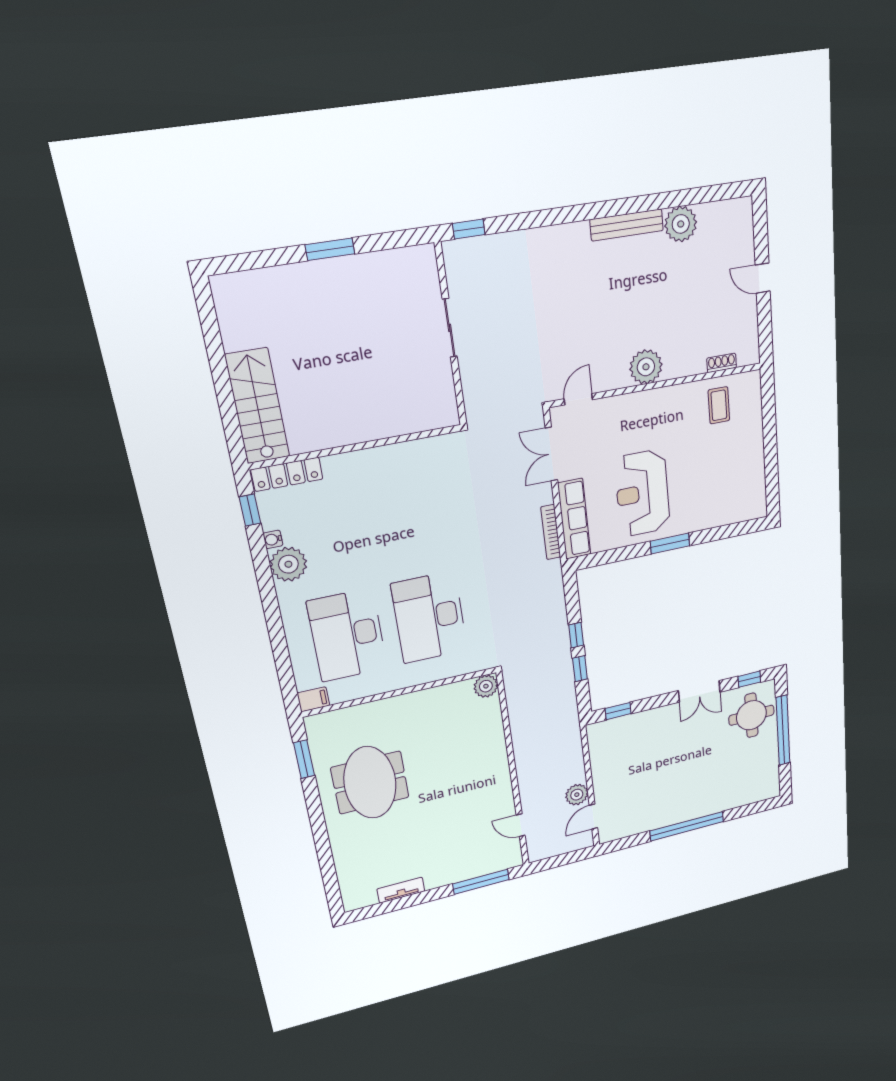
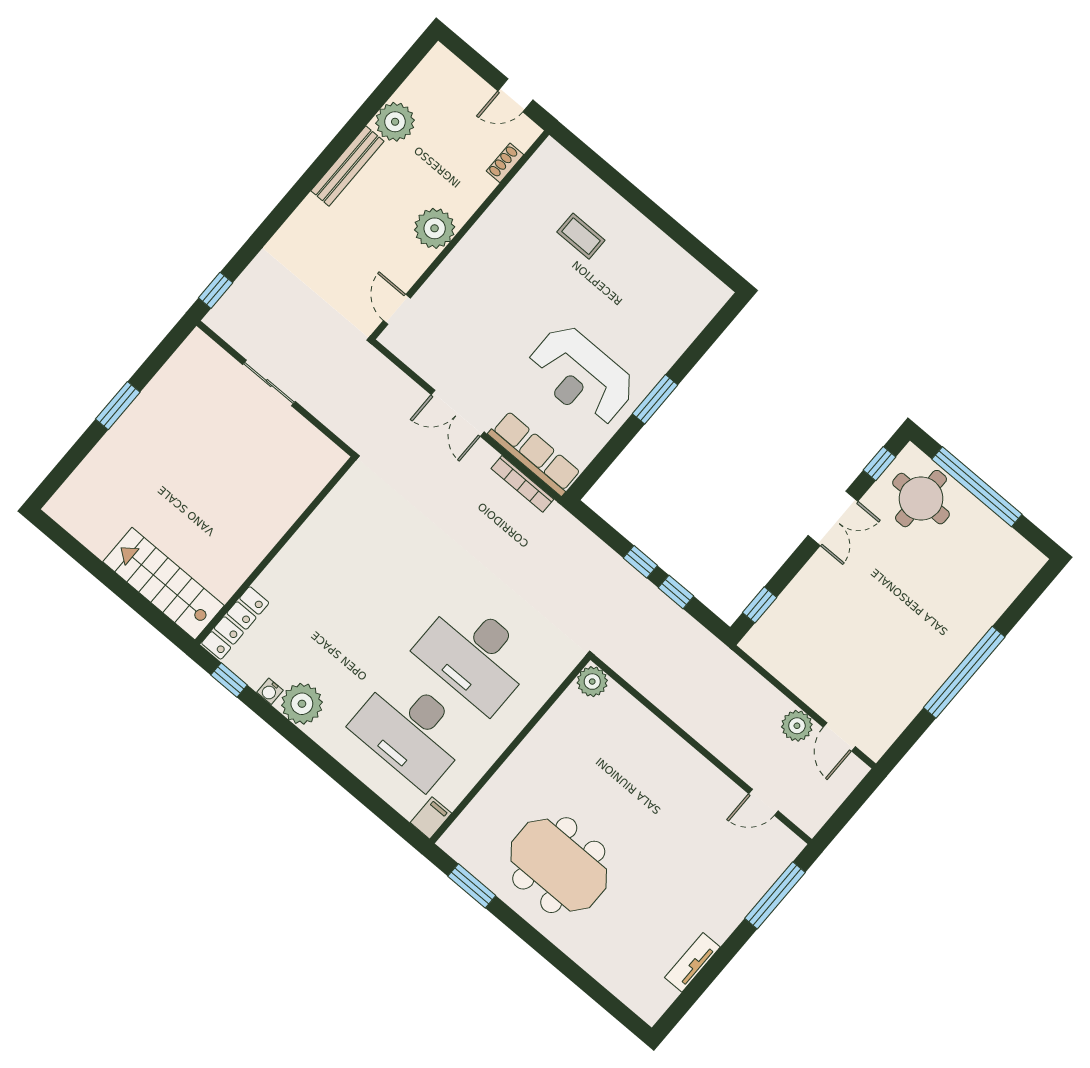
shoe rack: (722, 363) -> (505, 163), moved
plant: (646, 367) -> (435, 228), moved
wall: (657, 385) -> (460, 235), moved
door: (578, 399) -> (397, 309), moved

